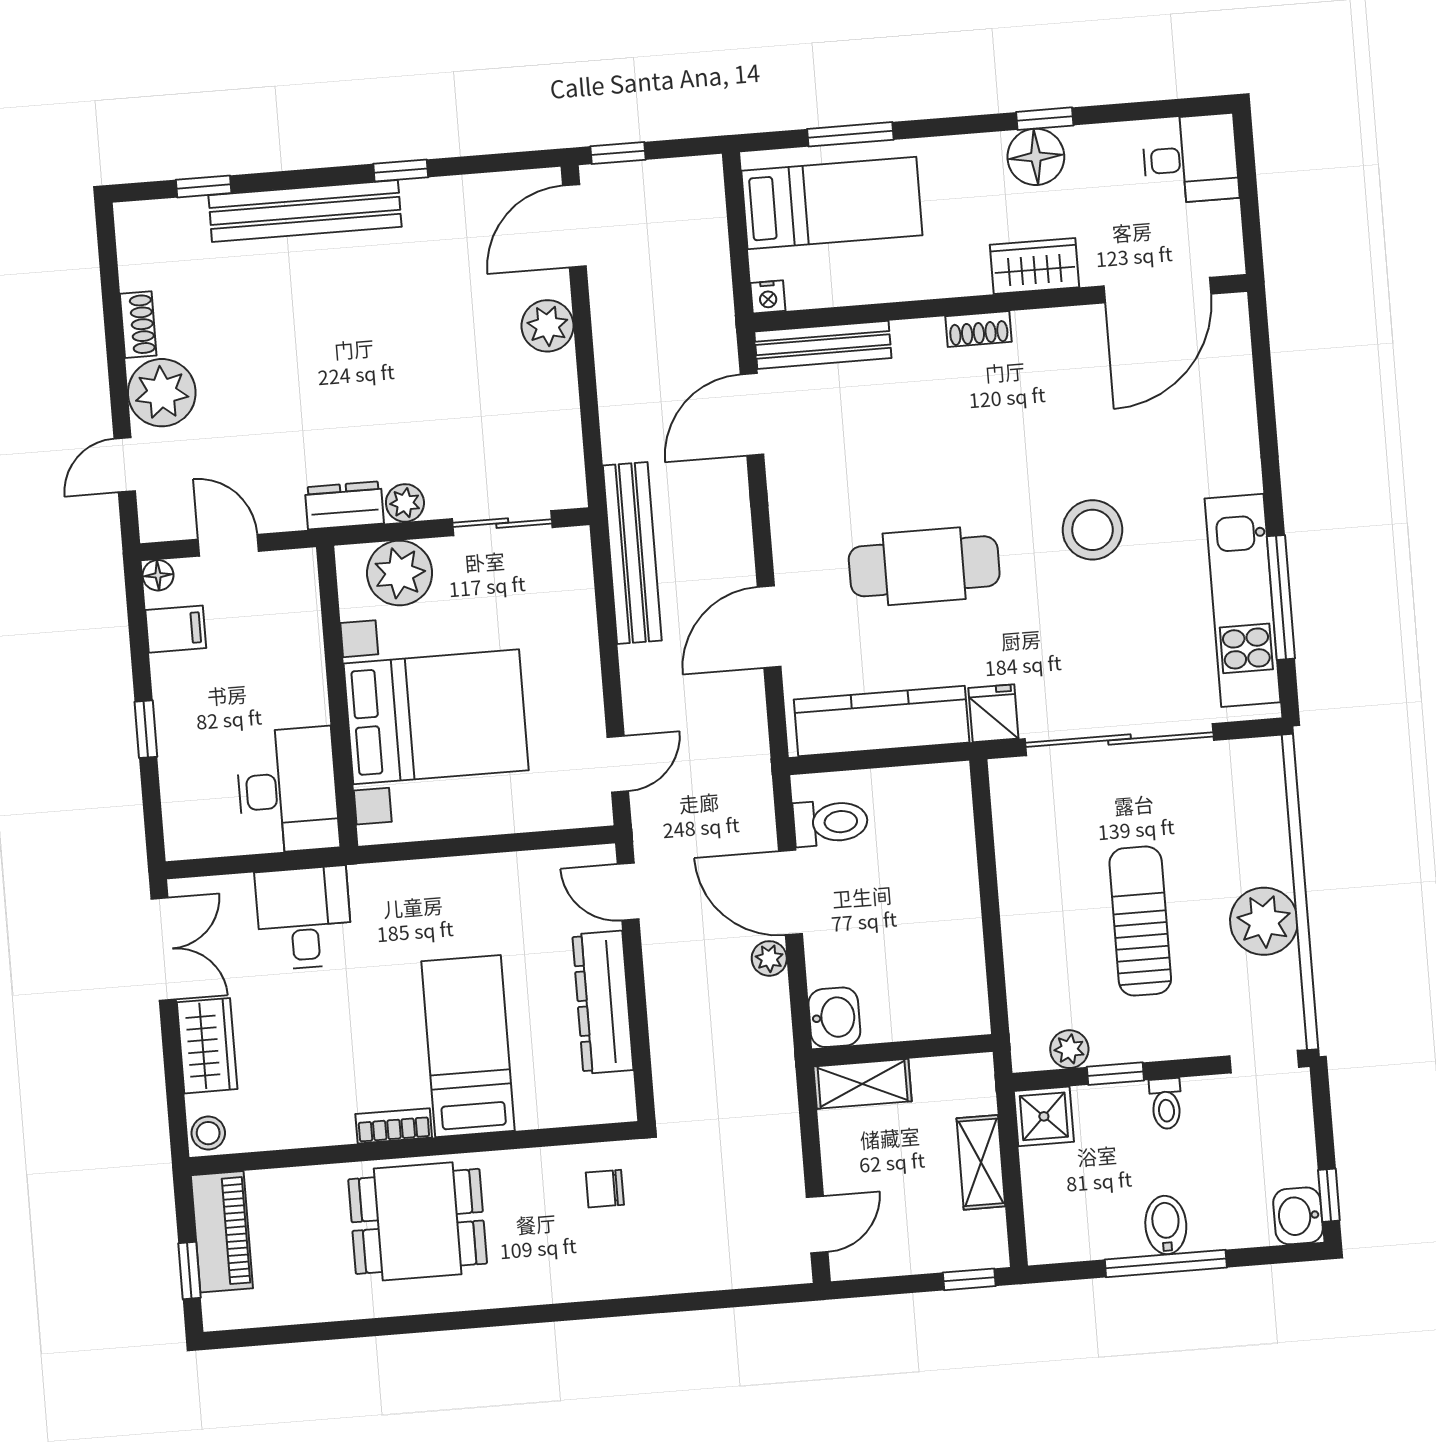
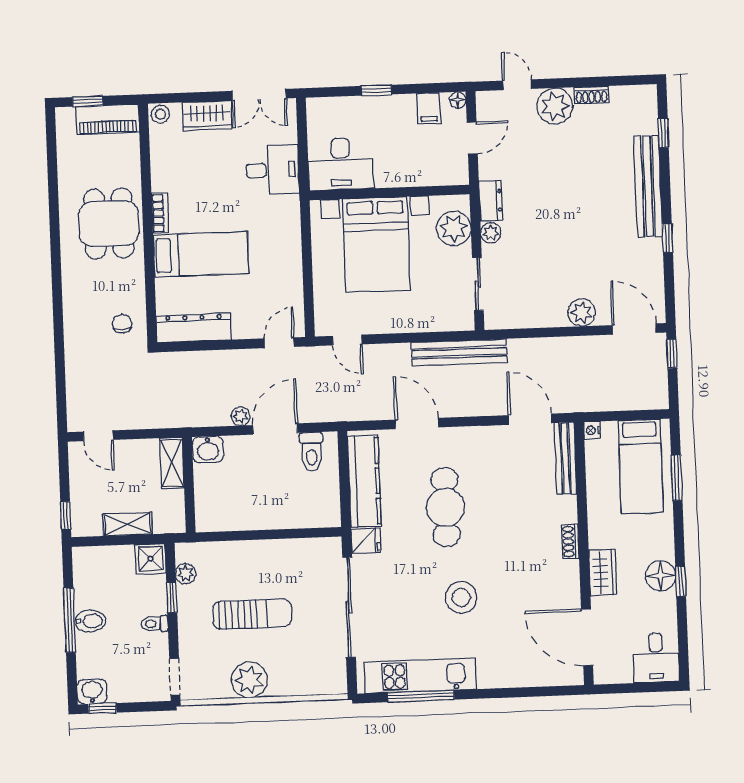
dresser: (603, 1002) -> (194, 328), moved

